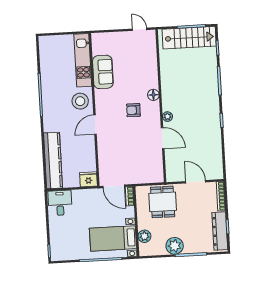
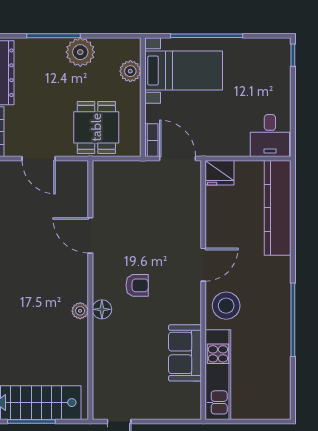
plant: (167, 117) -> (80, 311), moved

